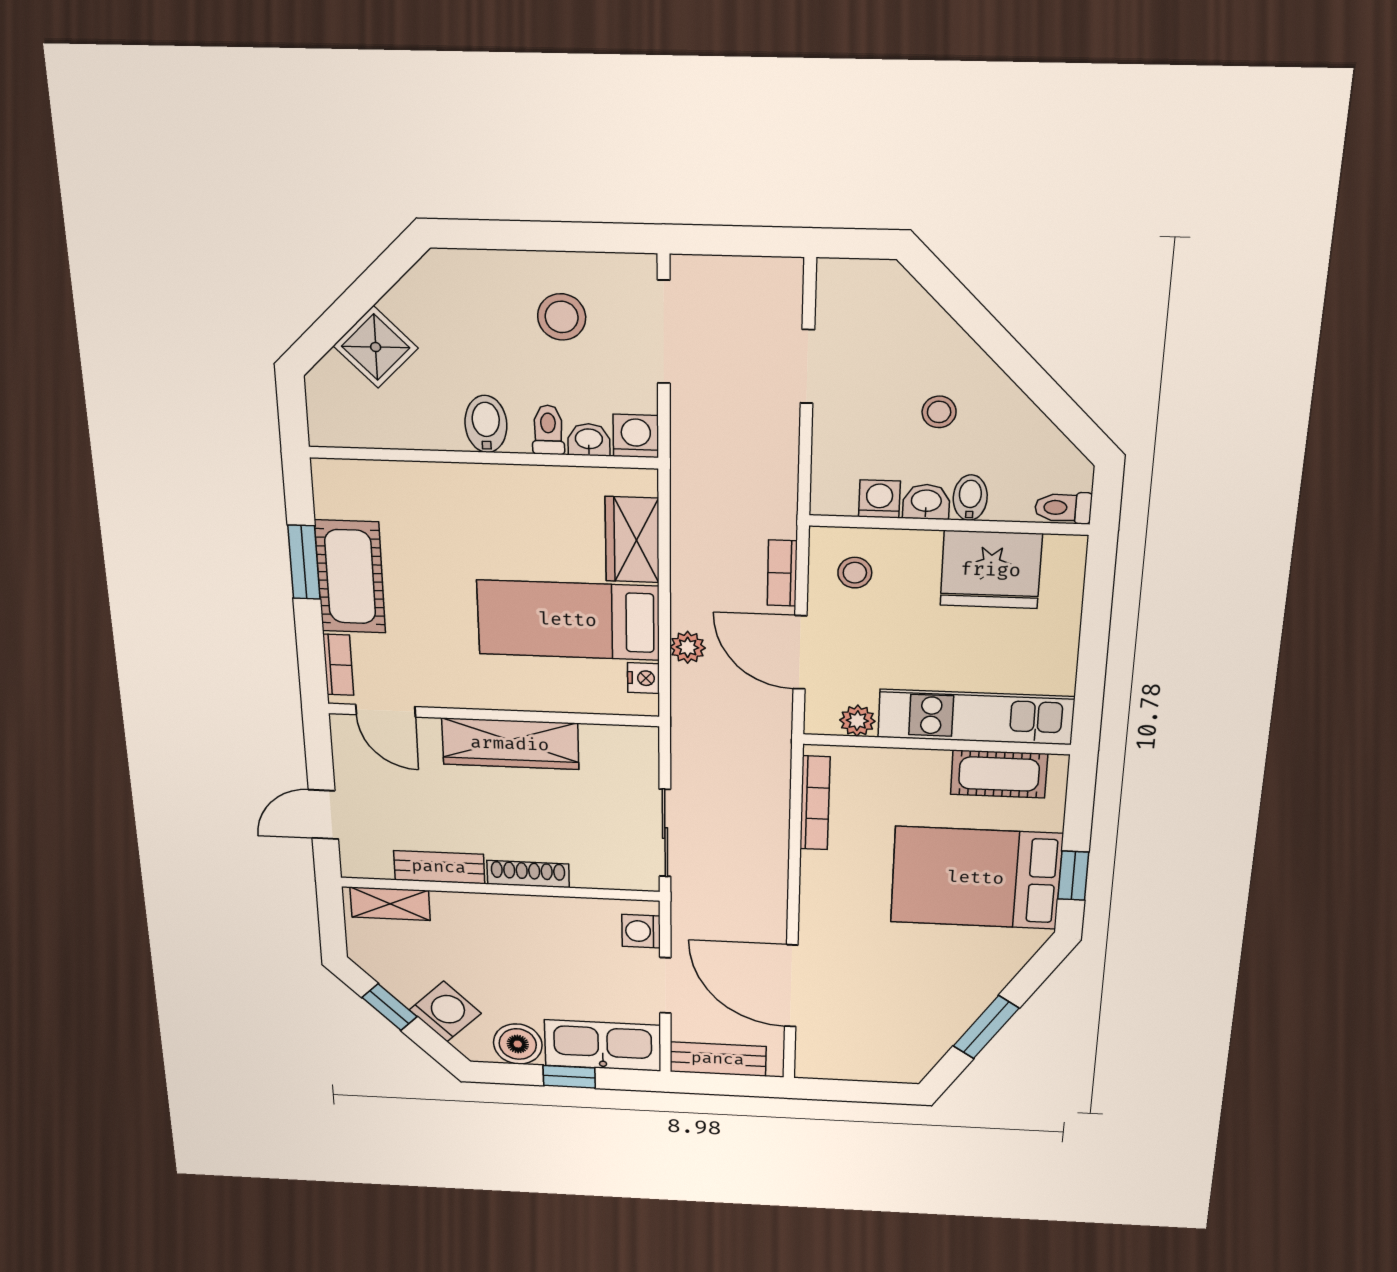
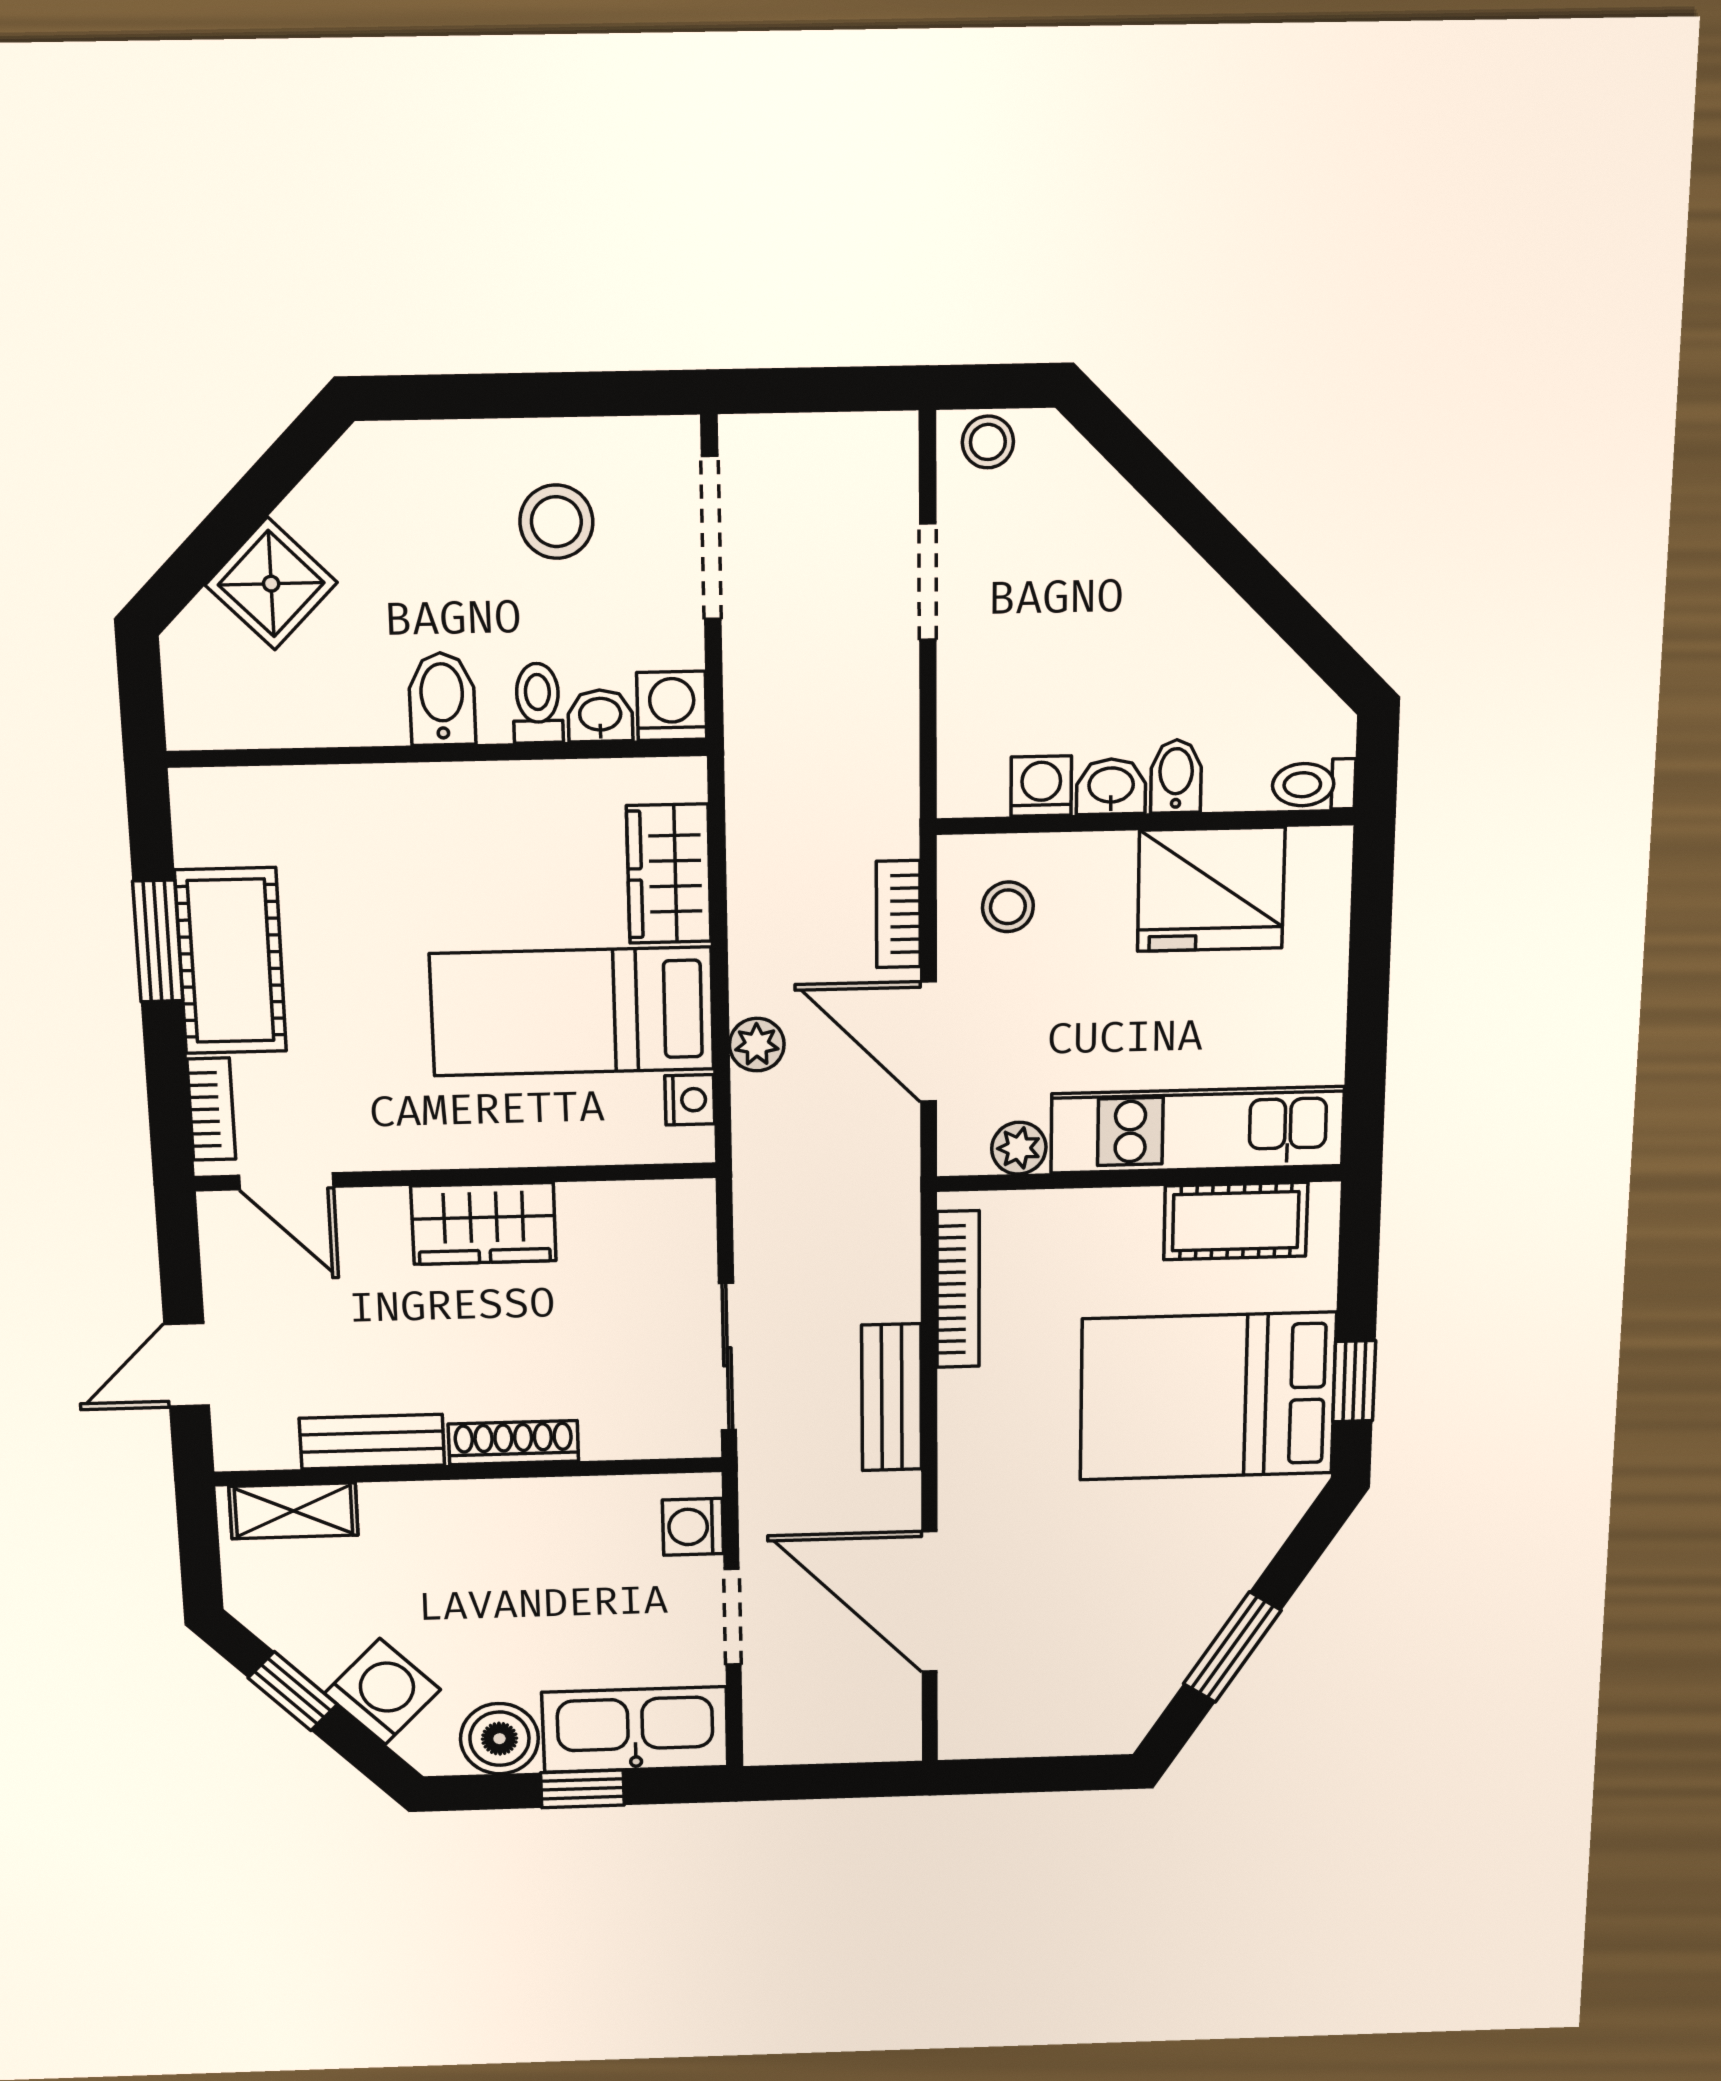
stool: (939, 412) -> (988, 442), moved
wardrobe: (510, 744) -> (484, 1224), width x0.67
bench: (718, 1059) -> (892, 1397), moved, turned 90

